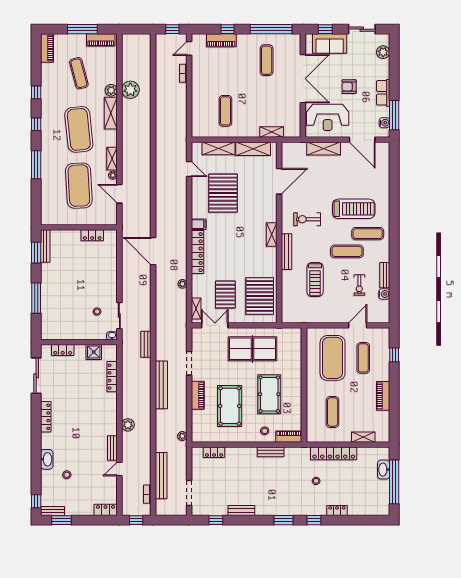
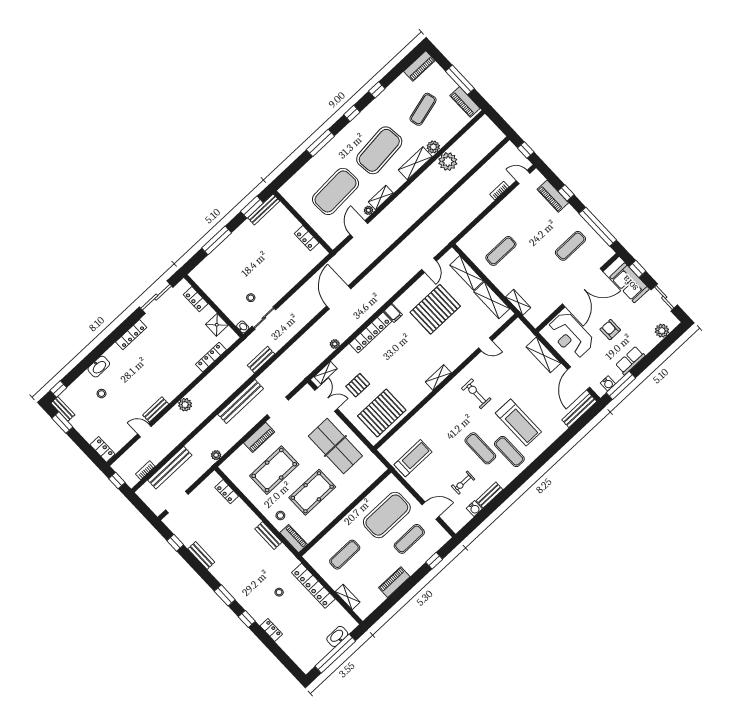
door: (279, 181) -> (485, 344), width x0.53
bench: (287, 252) -> (579, 411), moved
treadmill: (315, 279) -> (413, 458), moved, turned 180
pallet: (225, 295) -> (358, 385), width x0.67, depth x0.71

